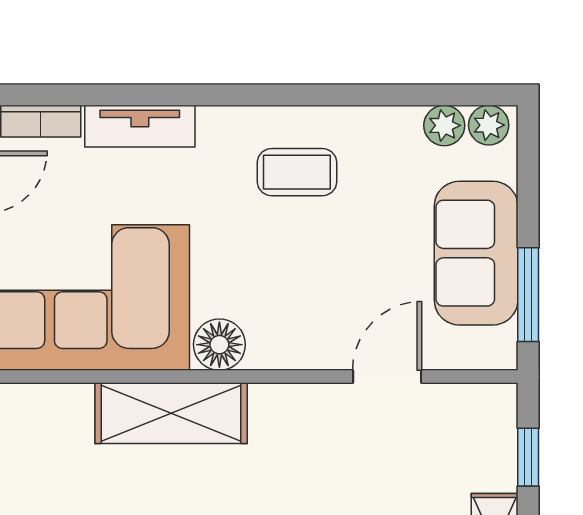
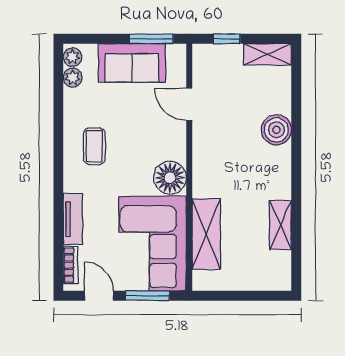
floor lamp: (219, 345) -> (170, 178), width x1.38, depth x1.38
shelving: (171, 413) -> (206, 234), moved

